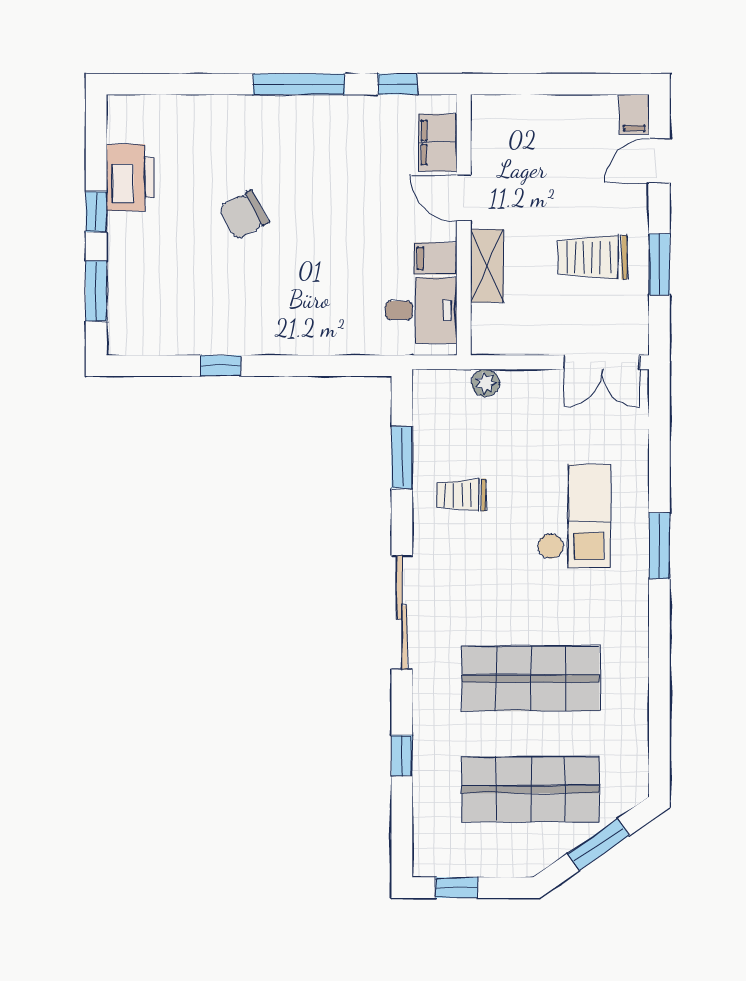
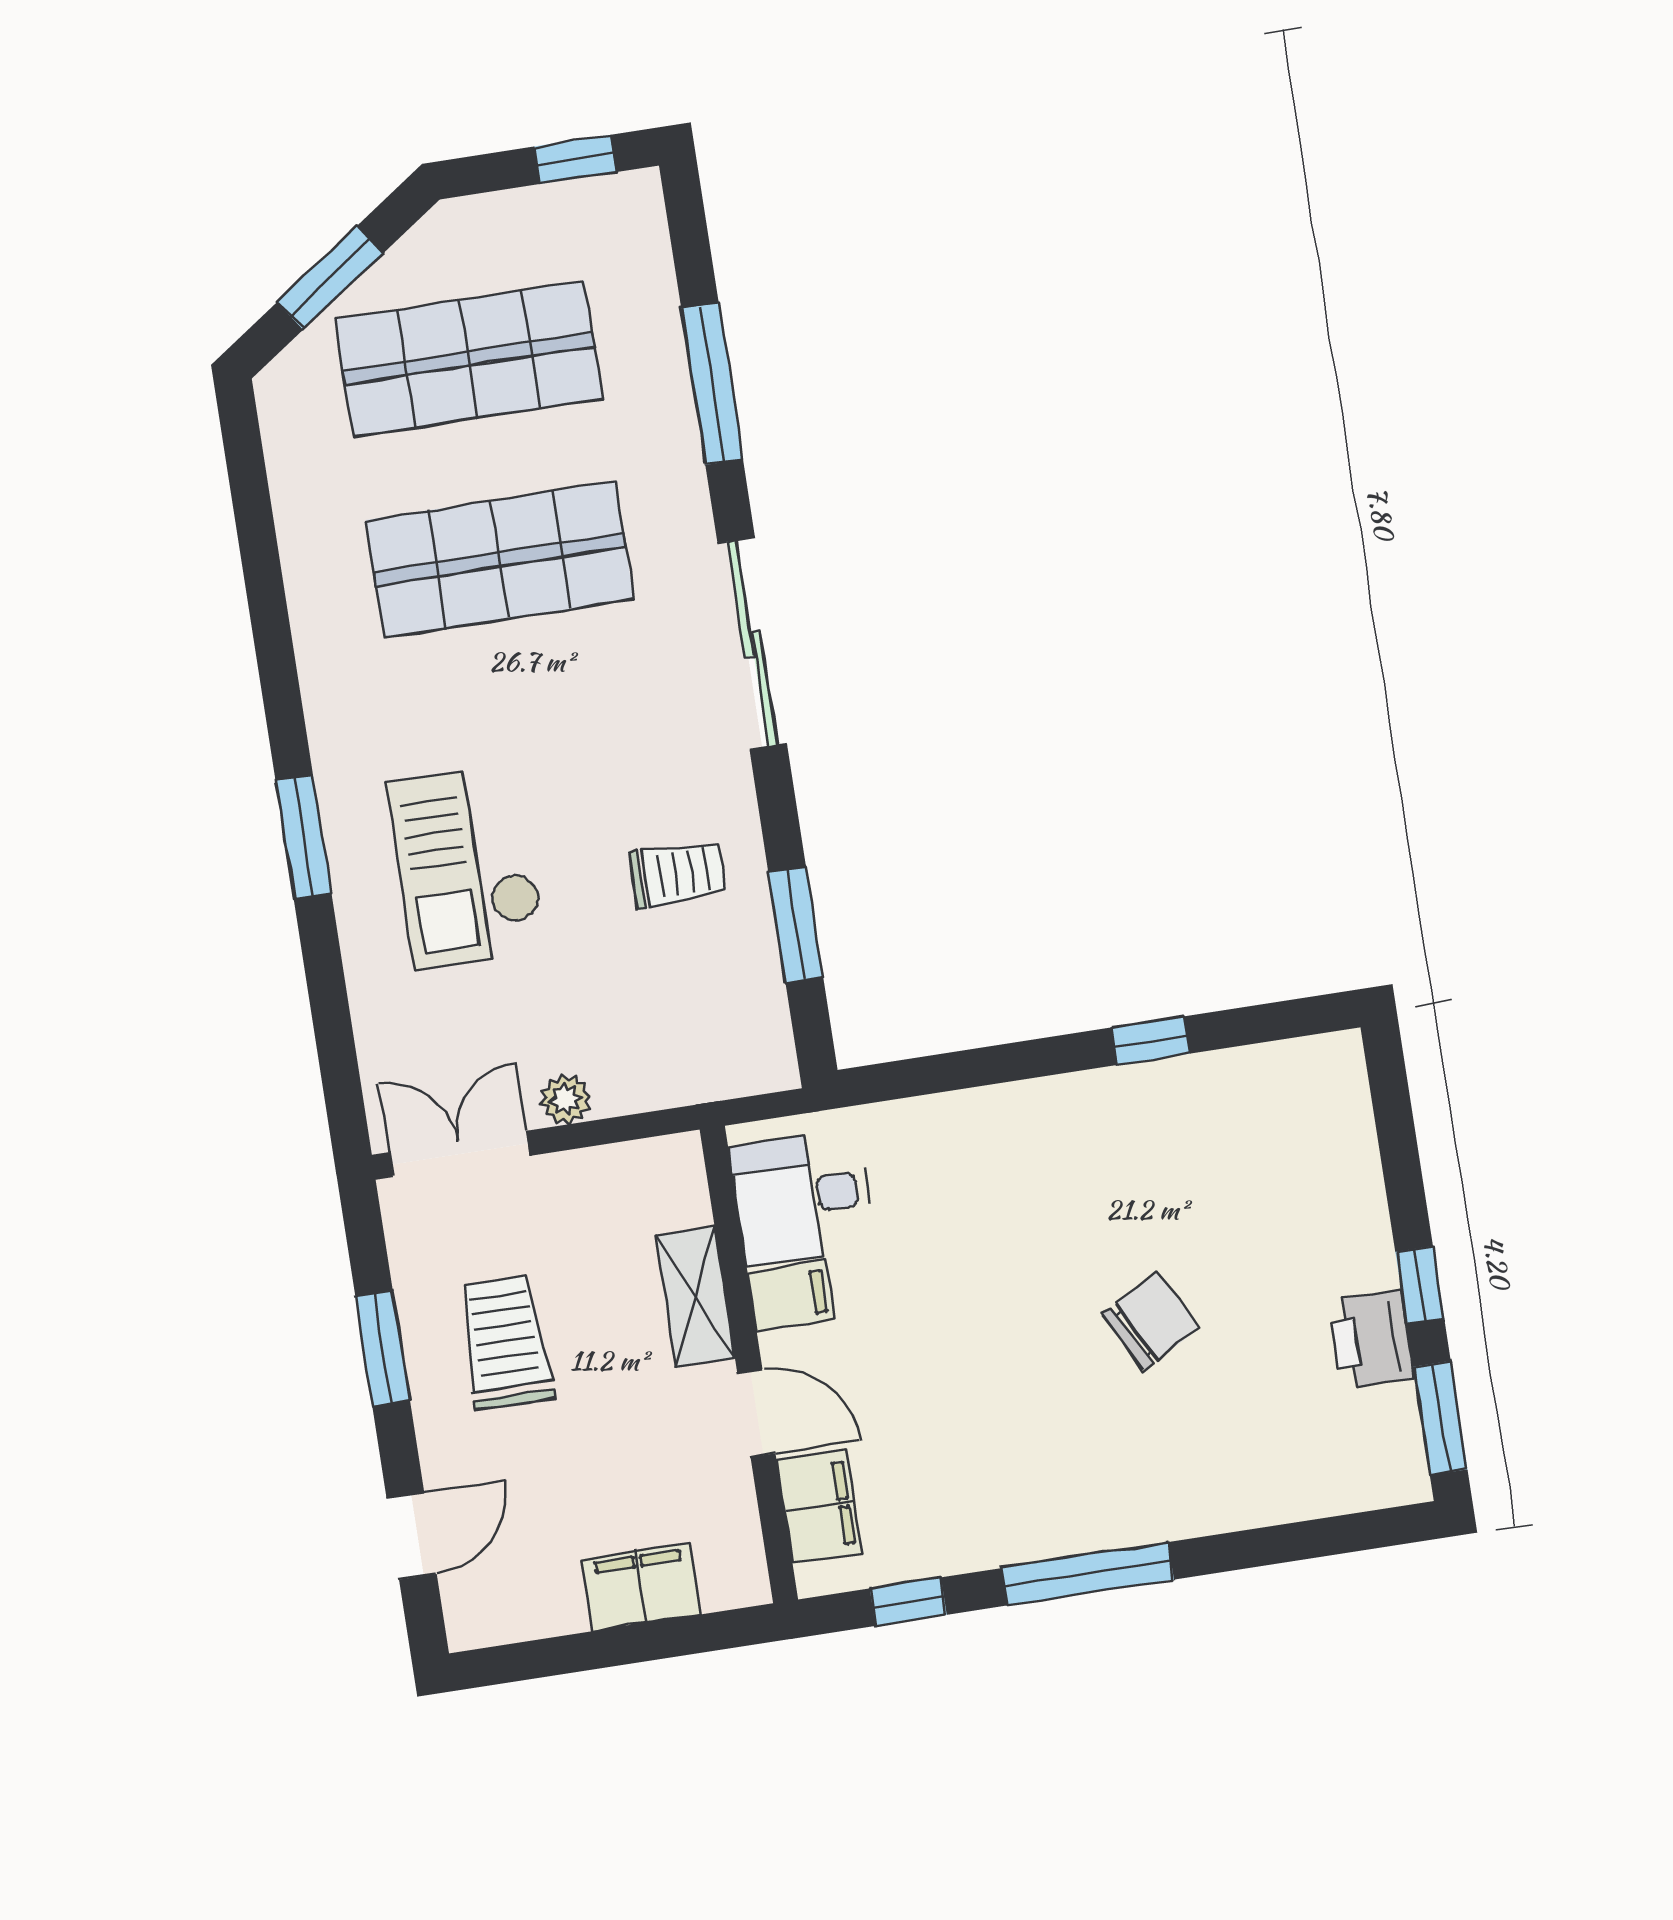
filing cabinet: (634, 114) -> (641, 1587), moved, width x2.00
printer: (130, 177) -> (1372, 1339), width x0.73, depth x0.84
trolley: (593, 257) -> (506, 1342), turned -90
window: (96, 291) -> (1440, 1418), moved
plant: (485, 383) -> (566, 1099), moved
window: (402, 756) -> (712, 384), width x2.17

